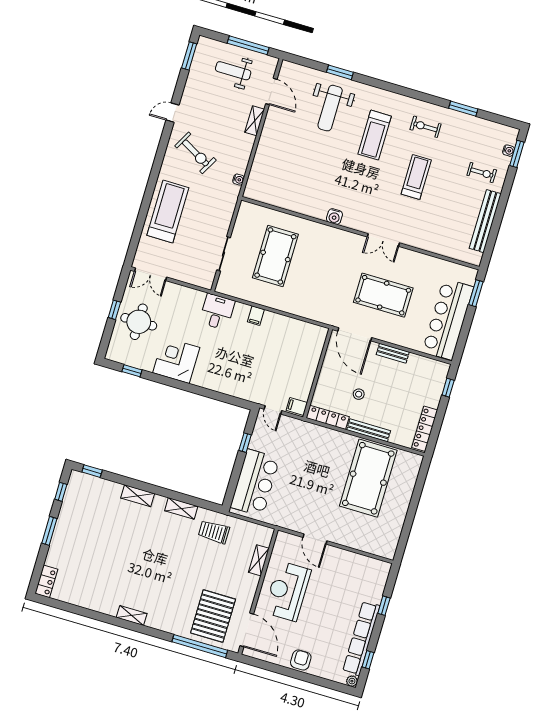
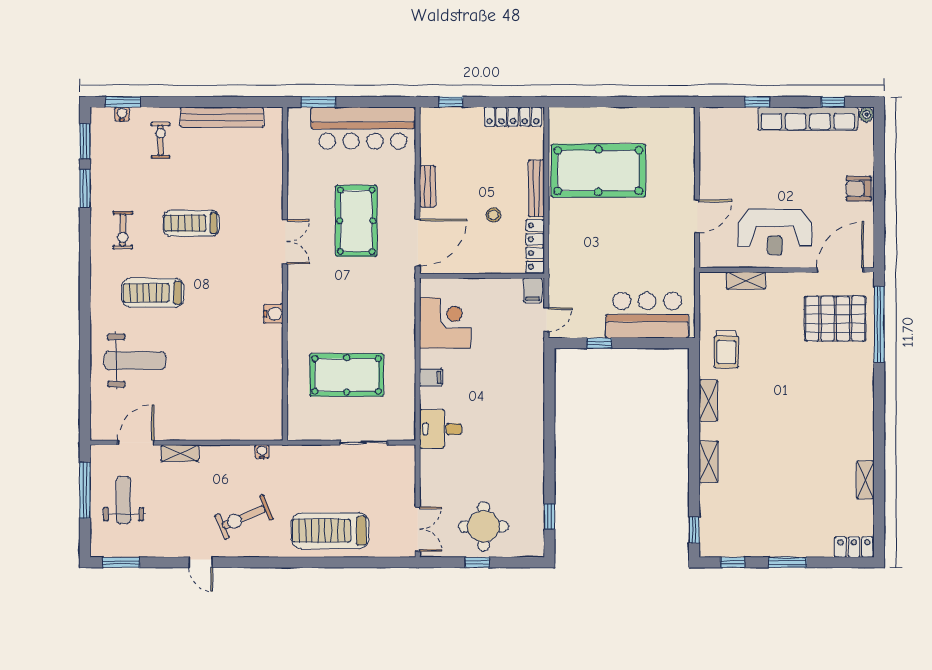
weight bench: (233, 71) -> (124, 500), turned 180
window: (340, 72) -> (85, 141), moved
treadmill: (375, 135) -> (153, 293), turned 180
exercise bike: (196, 153) -> (244, 517), turned -142
corner desk: (176, 360) -> (445, 323), moved, turned 180
shelving: (132, 615) -> (865, 480), moved

